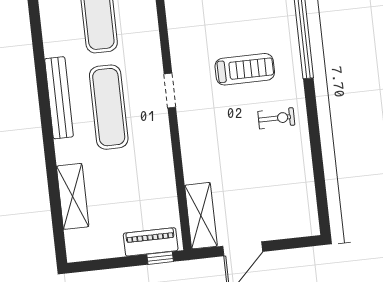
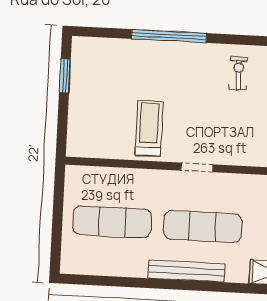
treadmill: (245, 69) -> (149, 128), moved

